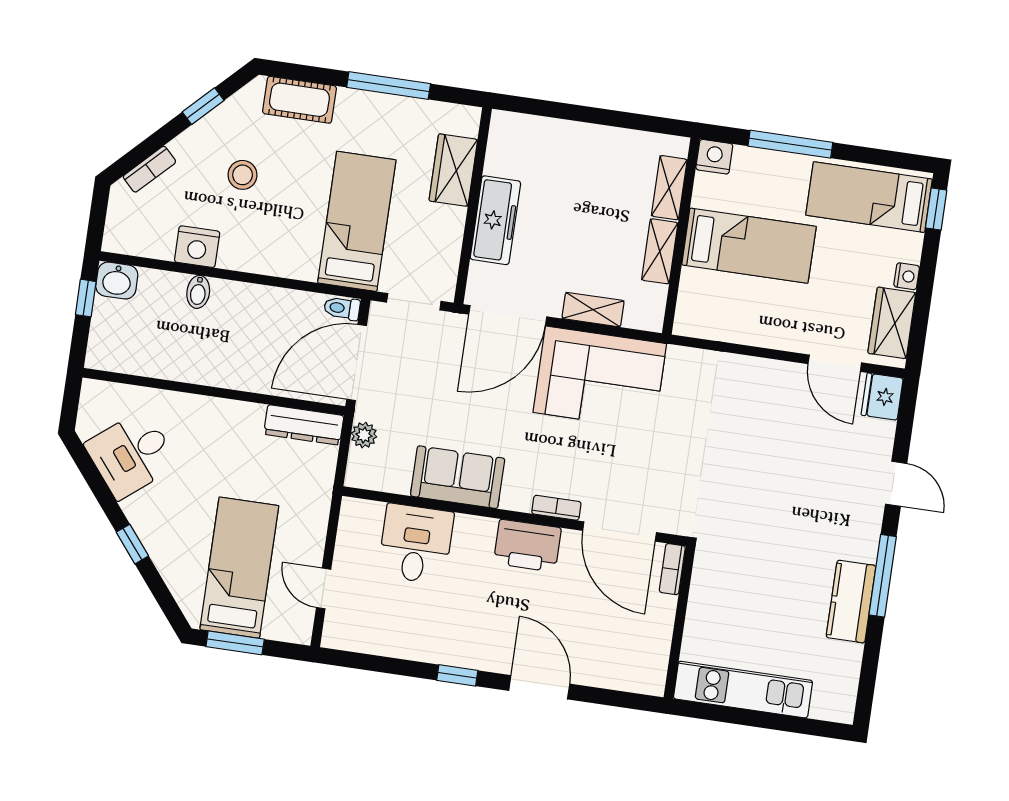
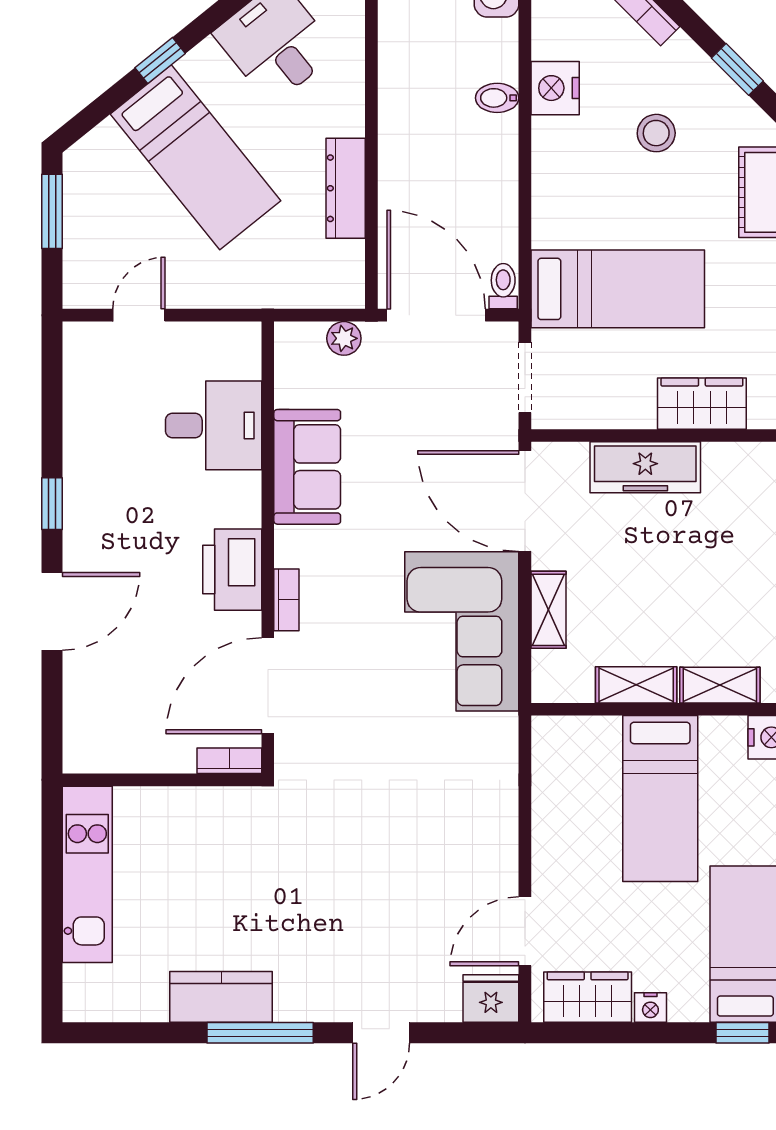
dresser: (304, 425) -> (346, 188), moved
bed: (239, 568) -> (195, 157), moved, turned 51

